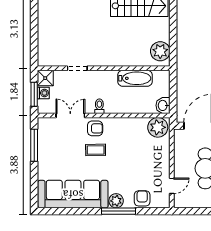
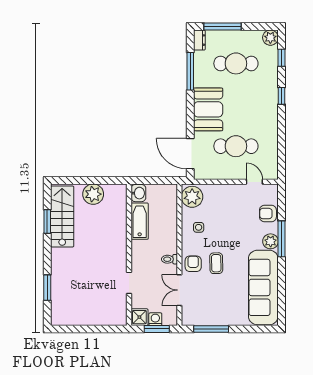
plant: (160, 51) -> (93, 194), moved
washbasin: (163, 105) -> (138, 193), moved, turned -90
side table: (129, 133) -> (199, 227), added

